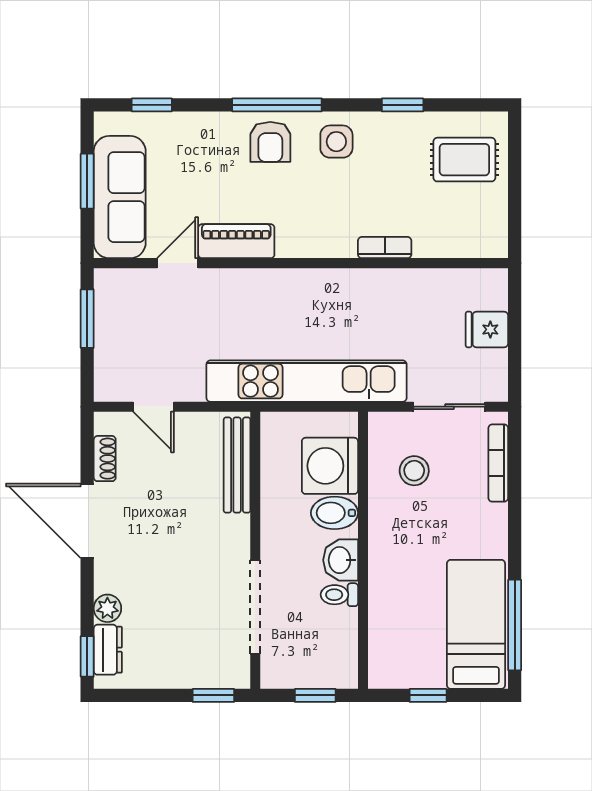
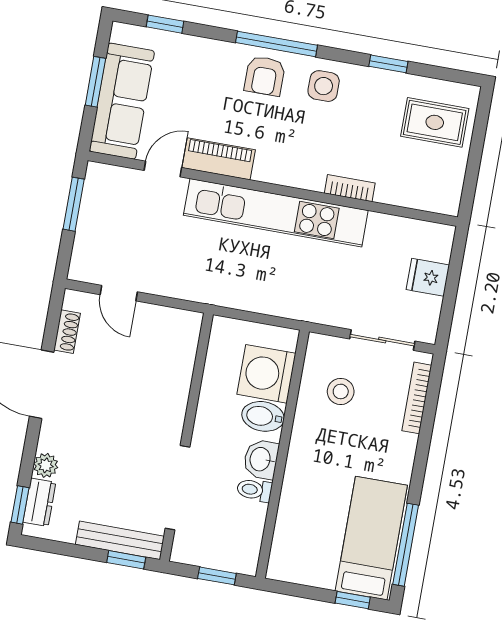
kitchen unit: (307, 381) -> (276, 213), moved, turned 180
bench: (237, 465) -> (120, 540), moved, turned 90
window: (428, 695) -> (353, 600), moved

